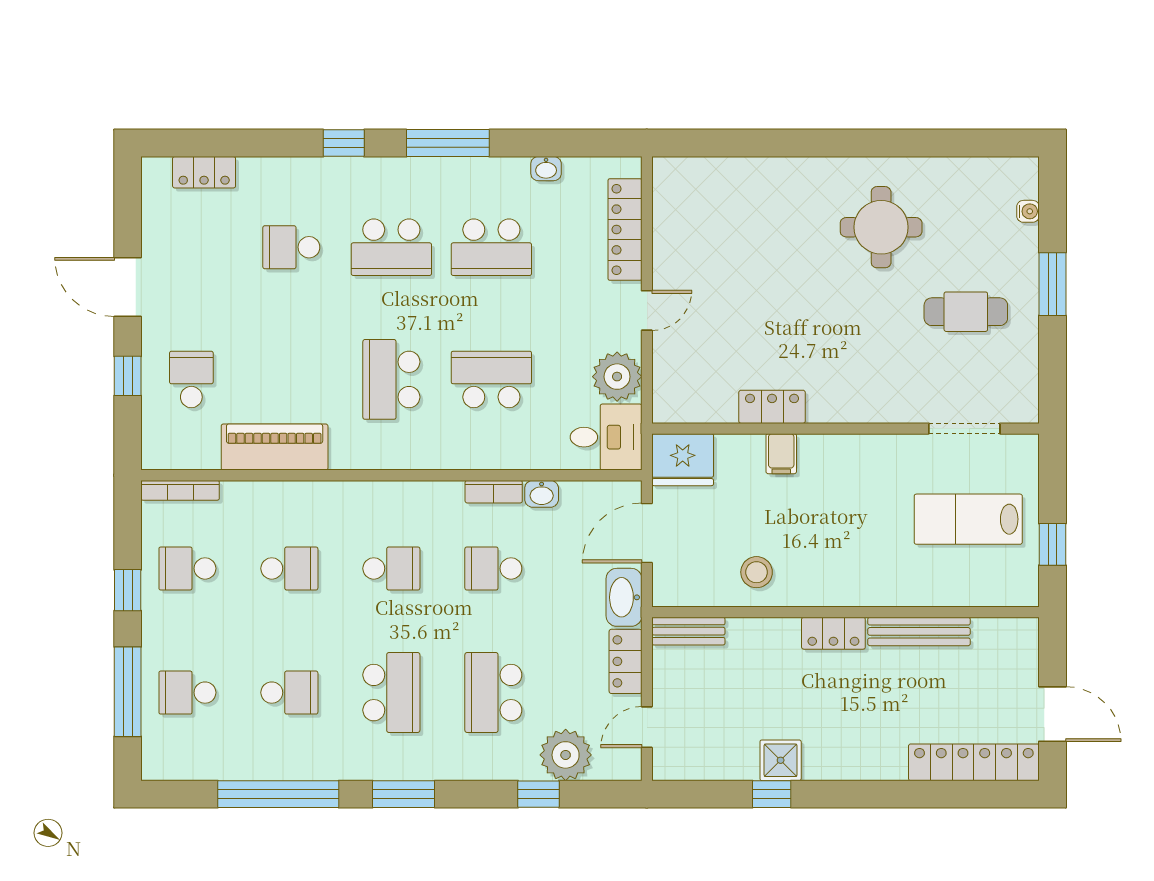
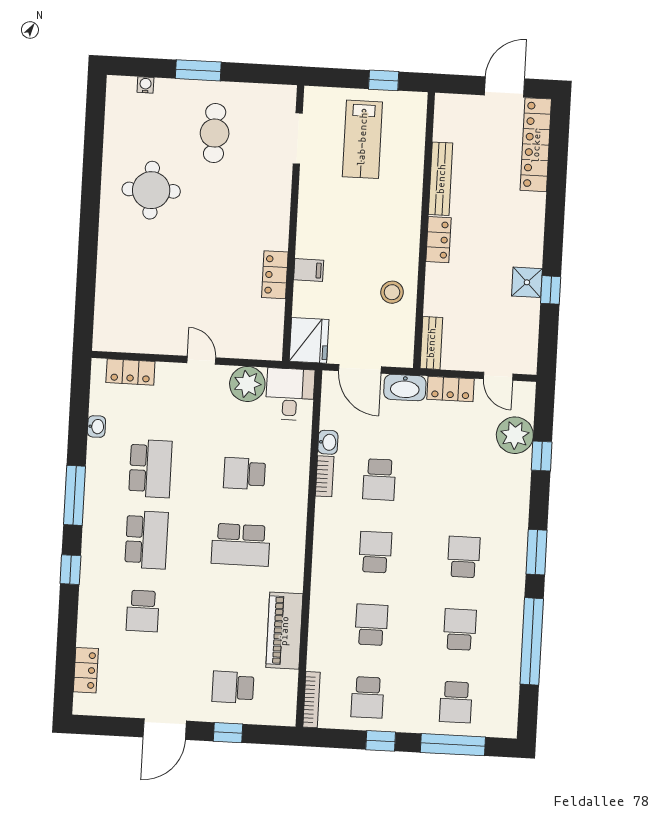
locker: (625, 230) -> (130, 372), width x0.66
school desk: (491, 379) -> (245, 474), width x0.54
school desk: (391, 693) -> (464, 557), width x0.54
school desk: (493, 693) -> (468, 484), removed

